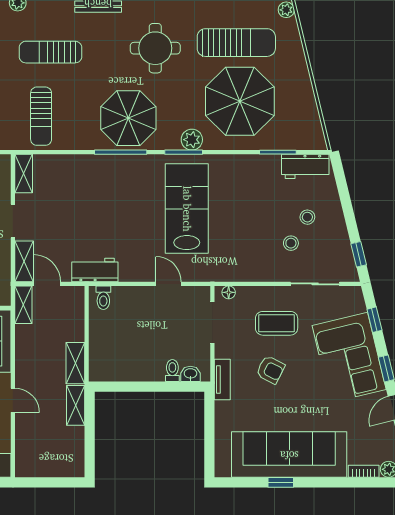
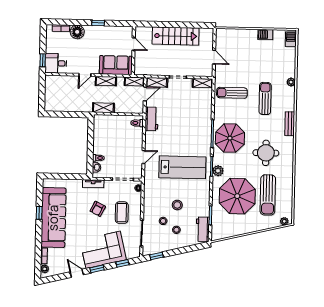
stool: (260, 217) -> (177, 205), added
shelving: (76, 405) -> (106, 81), moved

